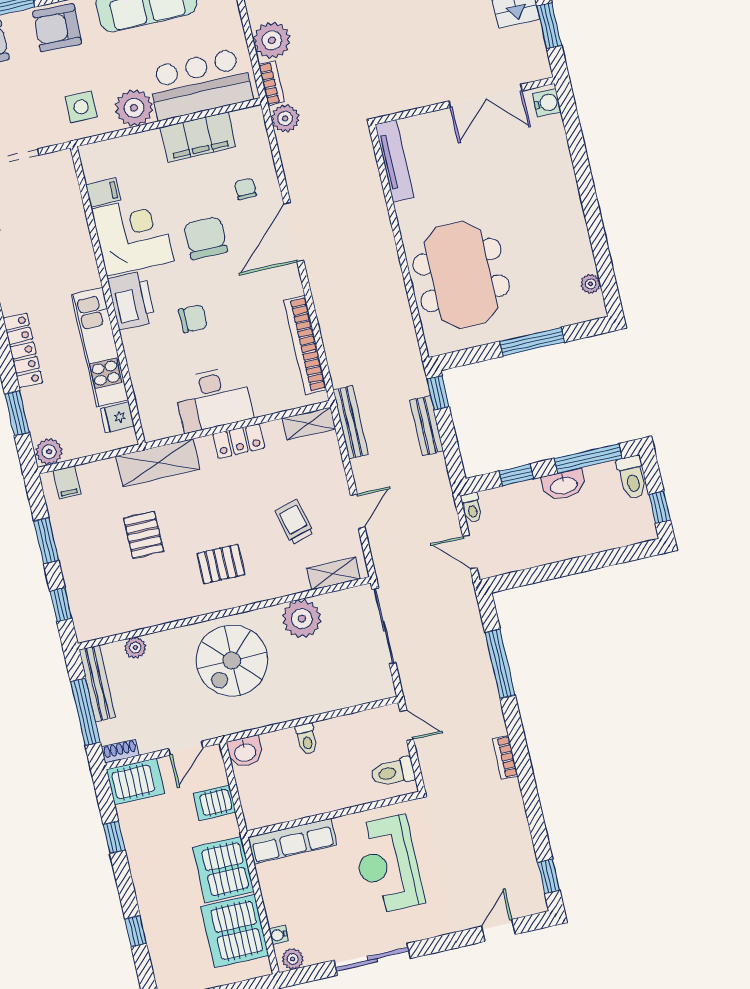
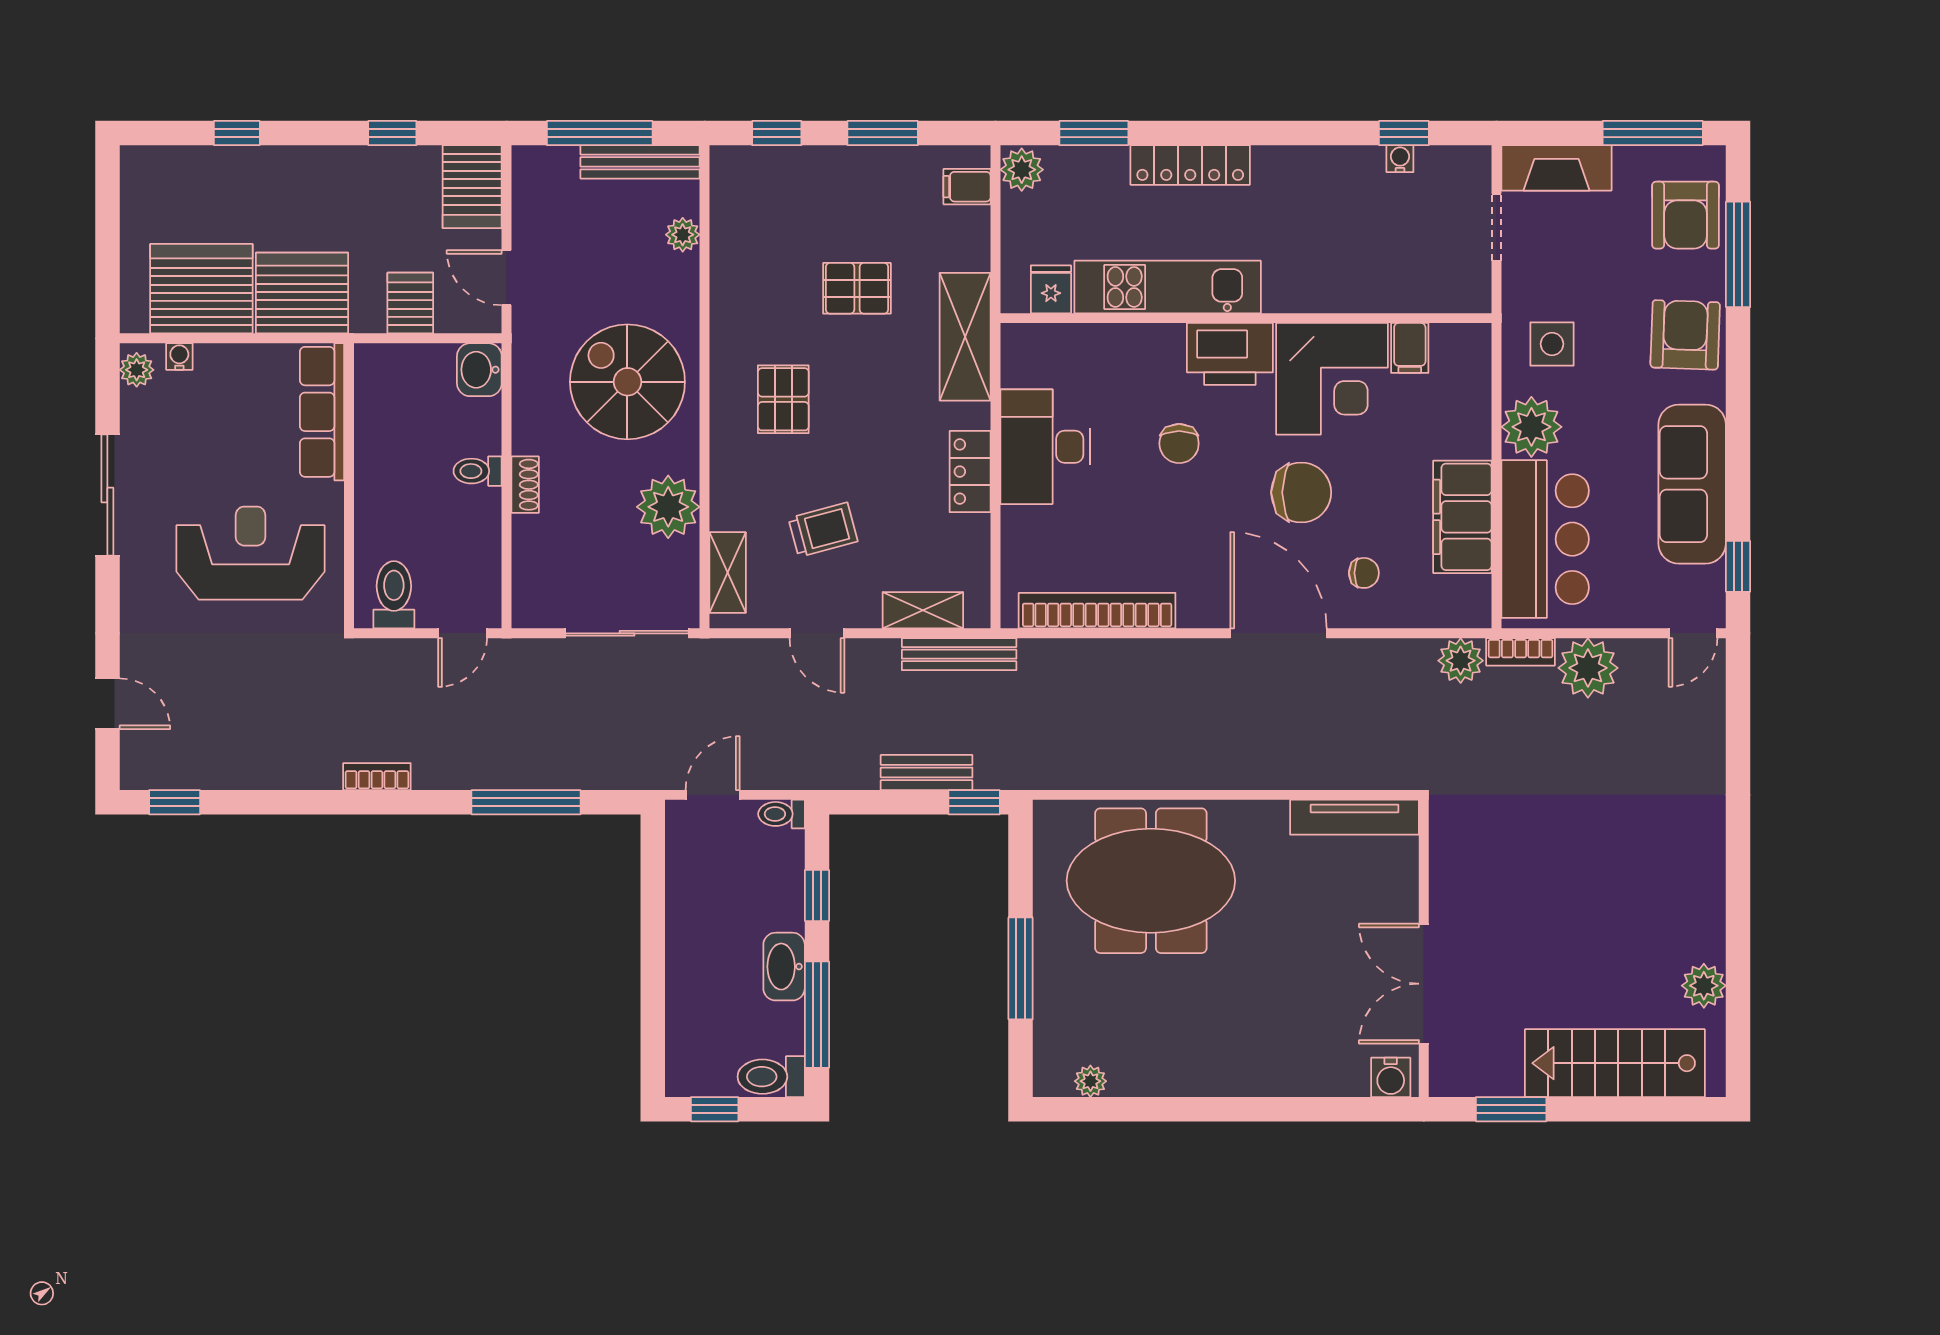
shelving: (309, 423) -> (923, 610), moved, turned 90
shoe rack: (120, 751) -> (525, 485), moved

